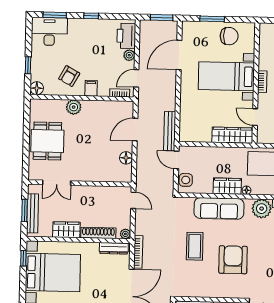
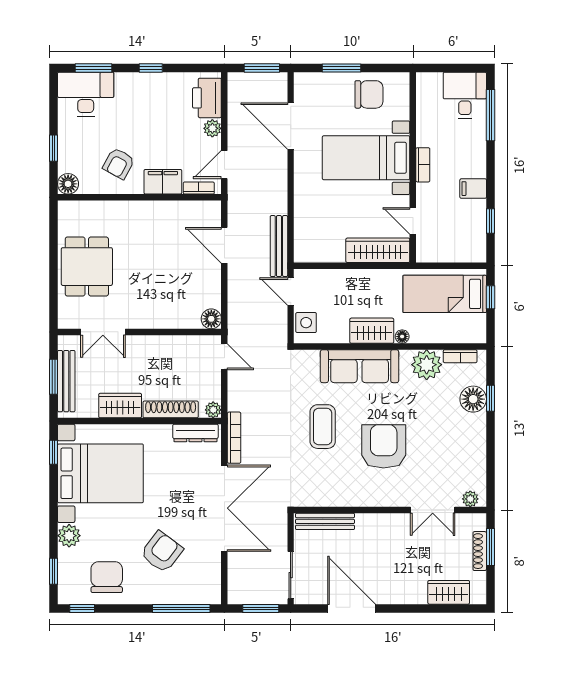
door: (179, 55) -> (291, 126), hinge flipped
filing cabinet: (91, 88) -> (163, 182), width x2.00
plant: (74, 107) -> (127, 212), removed
door: (135, 130) -> (224, 245), hinge flipped
floor lamp: (126, 158) -> (211, 319), moved

